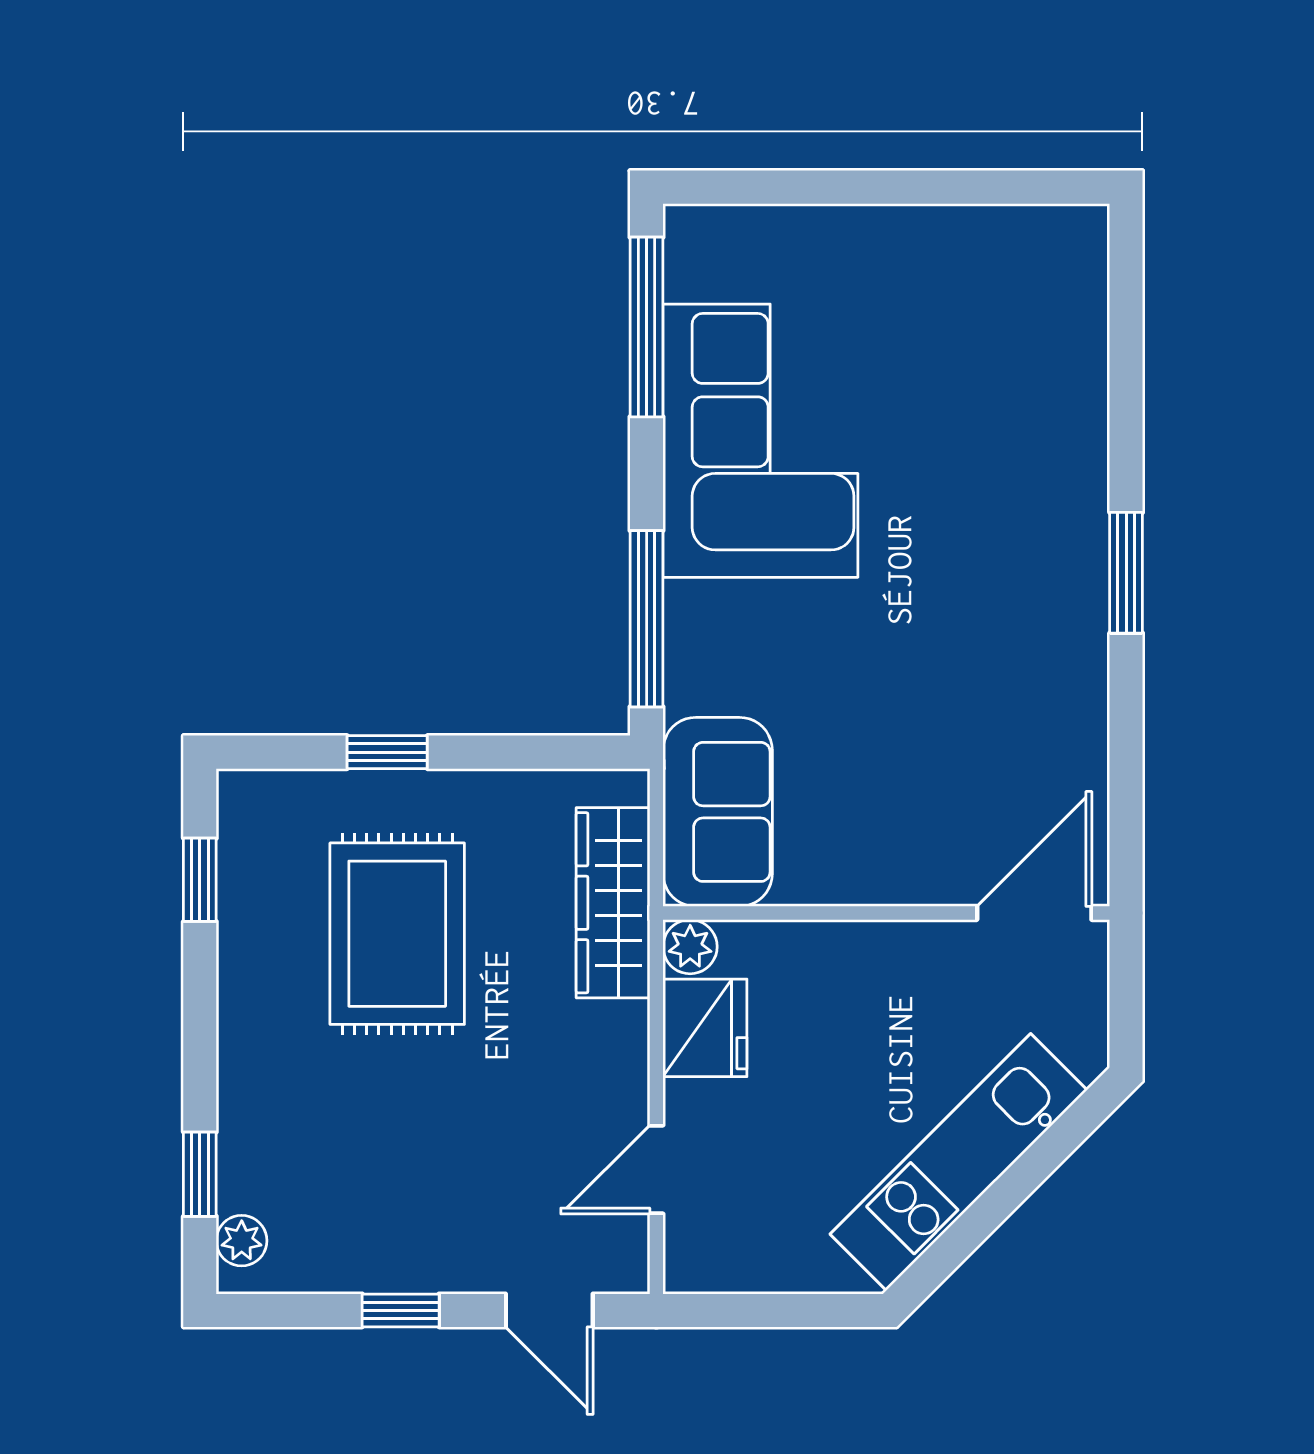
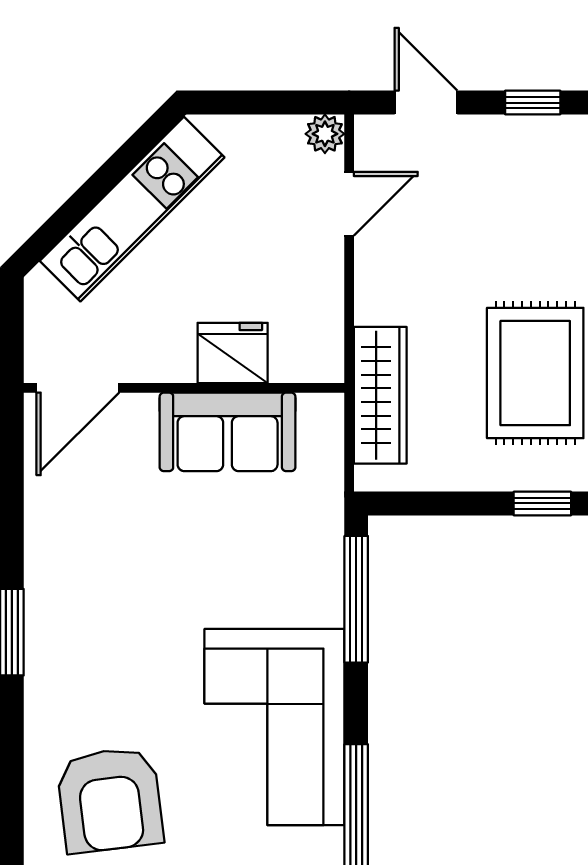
armchair: (990, 339) -> (110, 800), added
sofa: (718, 812) -> (228, 432), moved, turned -90
plant: (690, 947) -> (325, 134), moved
fridge: (705, 1028) -> (233, 353), moved, turned 90

